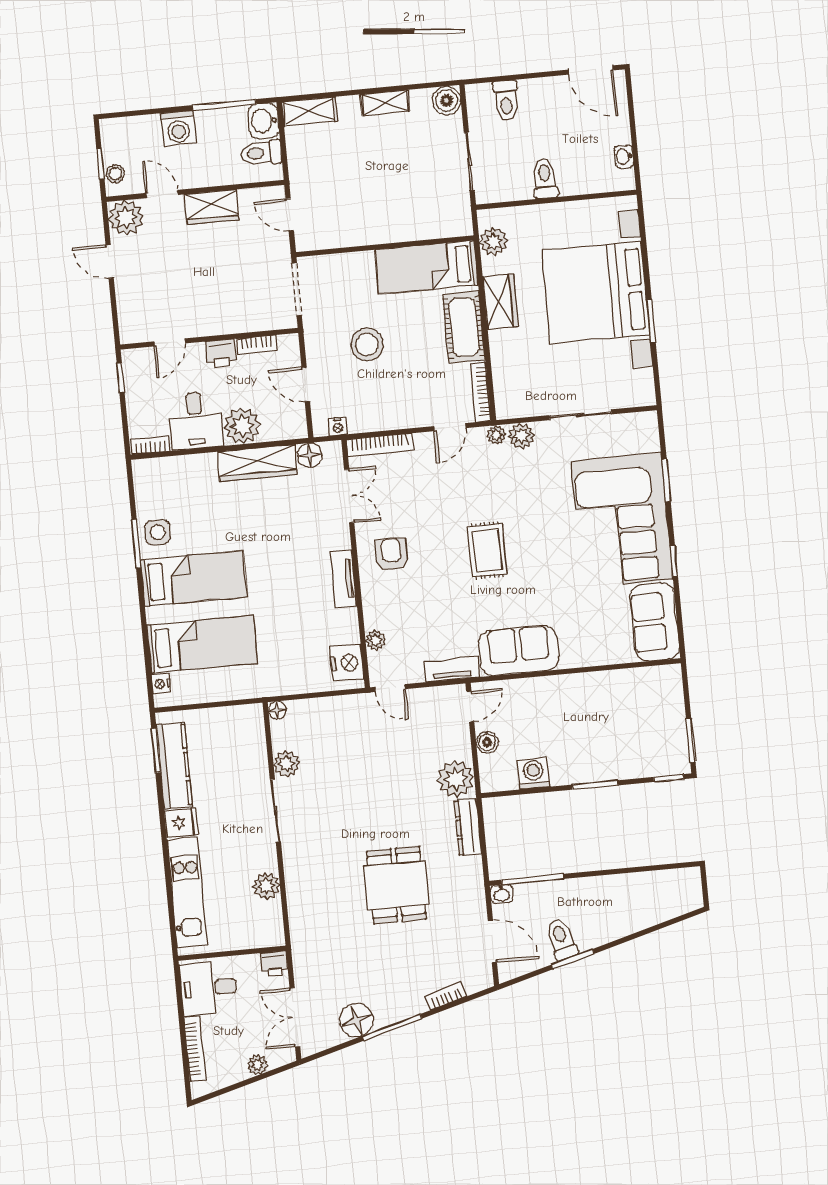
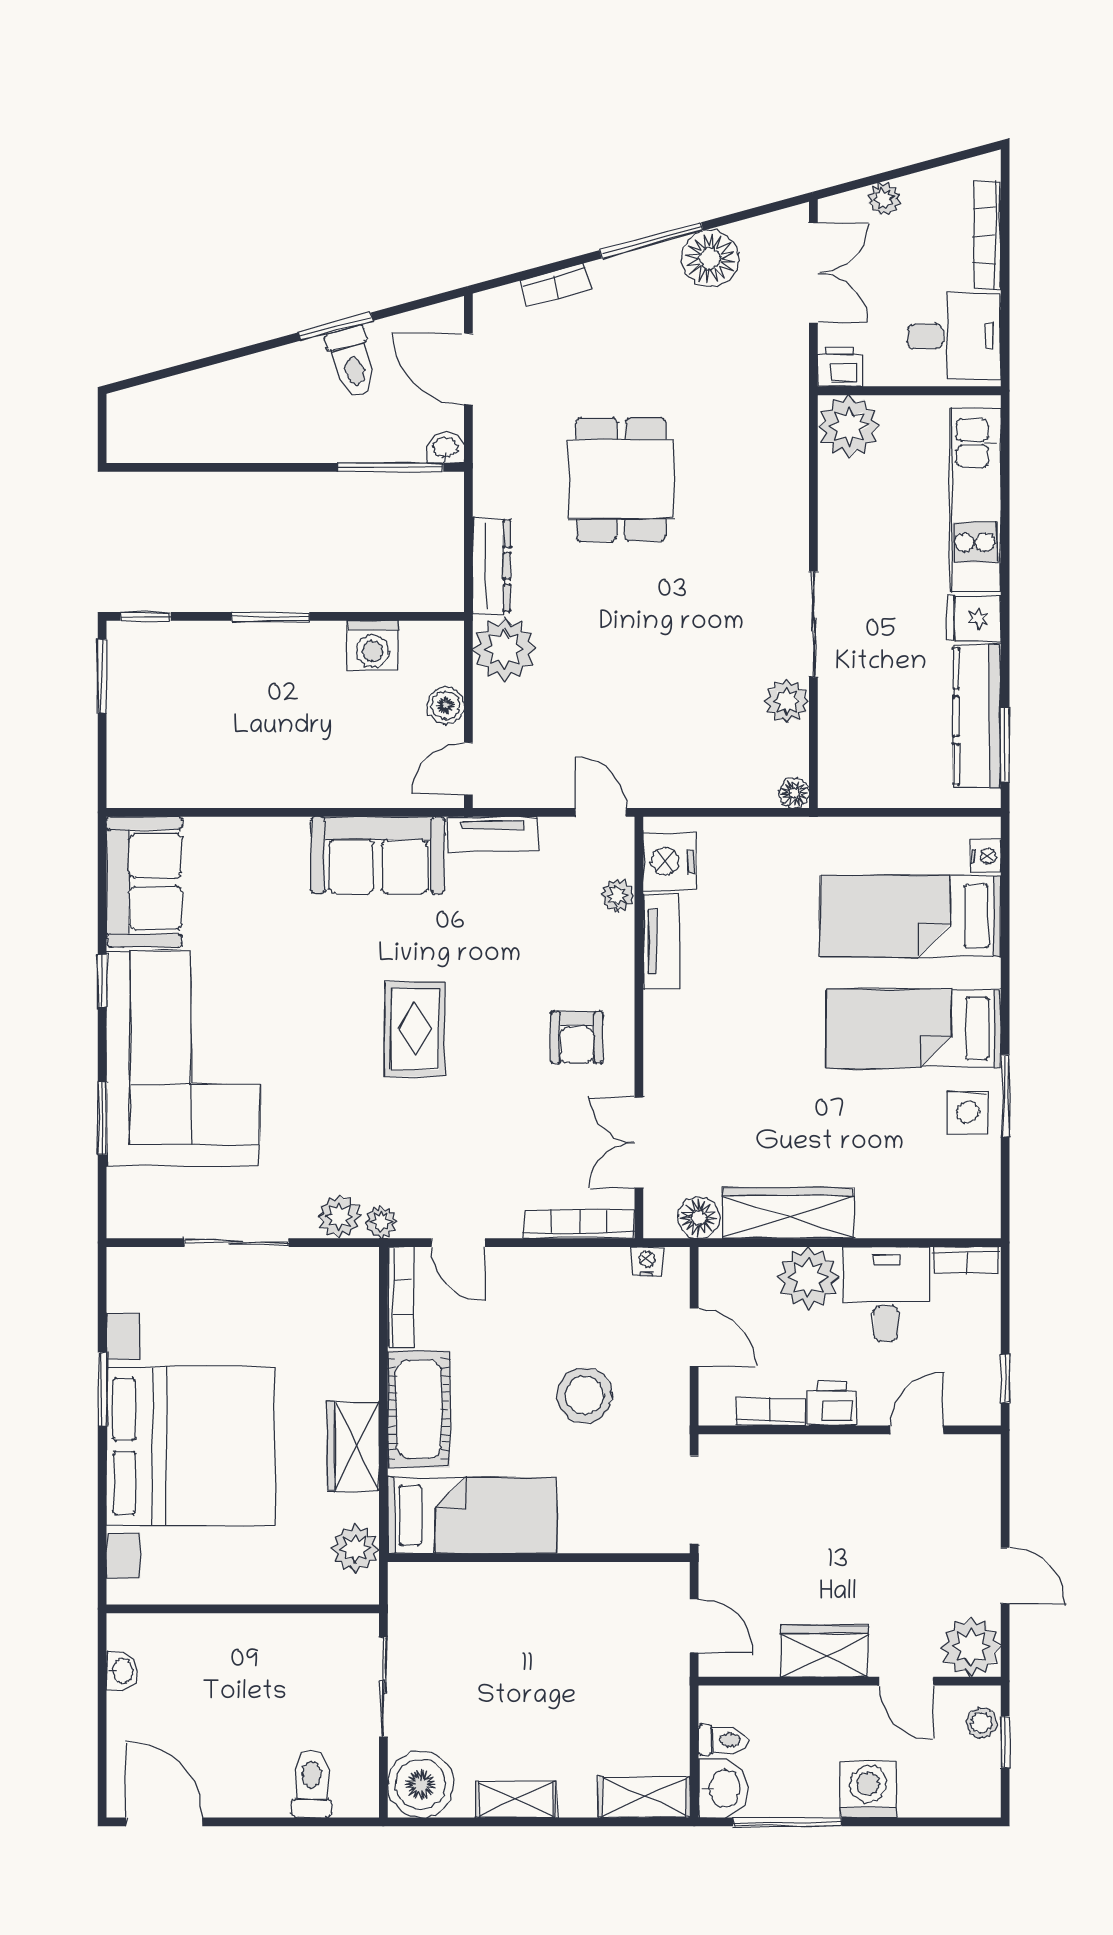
boiler: (447, 101) -> (421, 1784), width x1.37, depth x1.37
toilet: (261, 153) -> (723, 1740), width x0.73, depth x0.72
toilet: (545, 178) -> (259, 1647), removed
door: (450, 427) -> (458, 1243), swing flipped
tv unit: (344, 579) -> (661, 941), moved
plant: (266, 886) -> (849, 426), moved, width x1.36, depth x1.36

